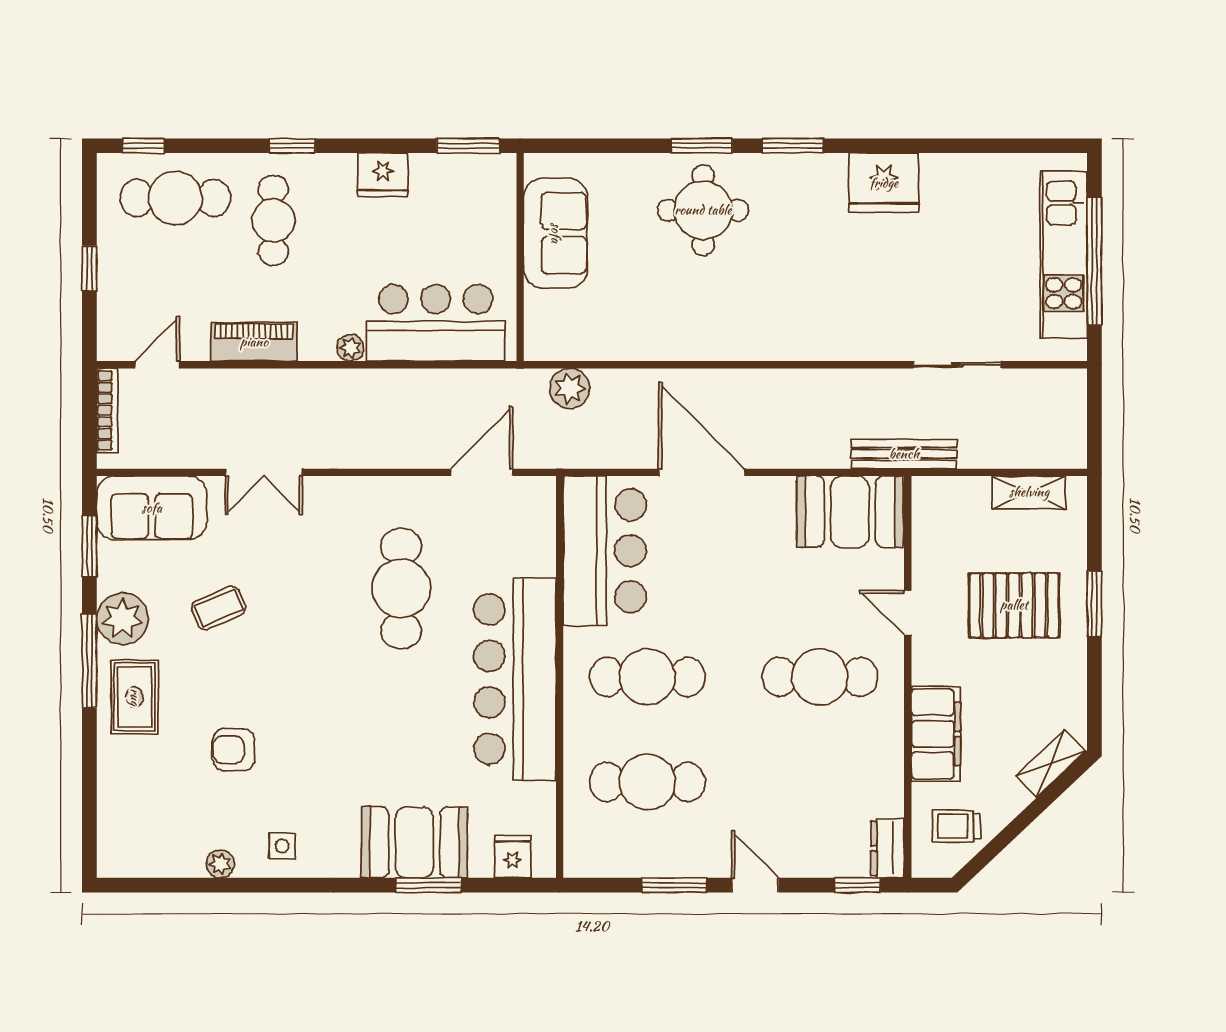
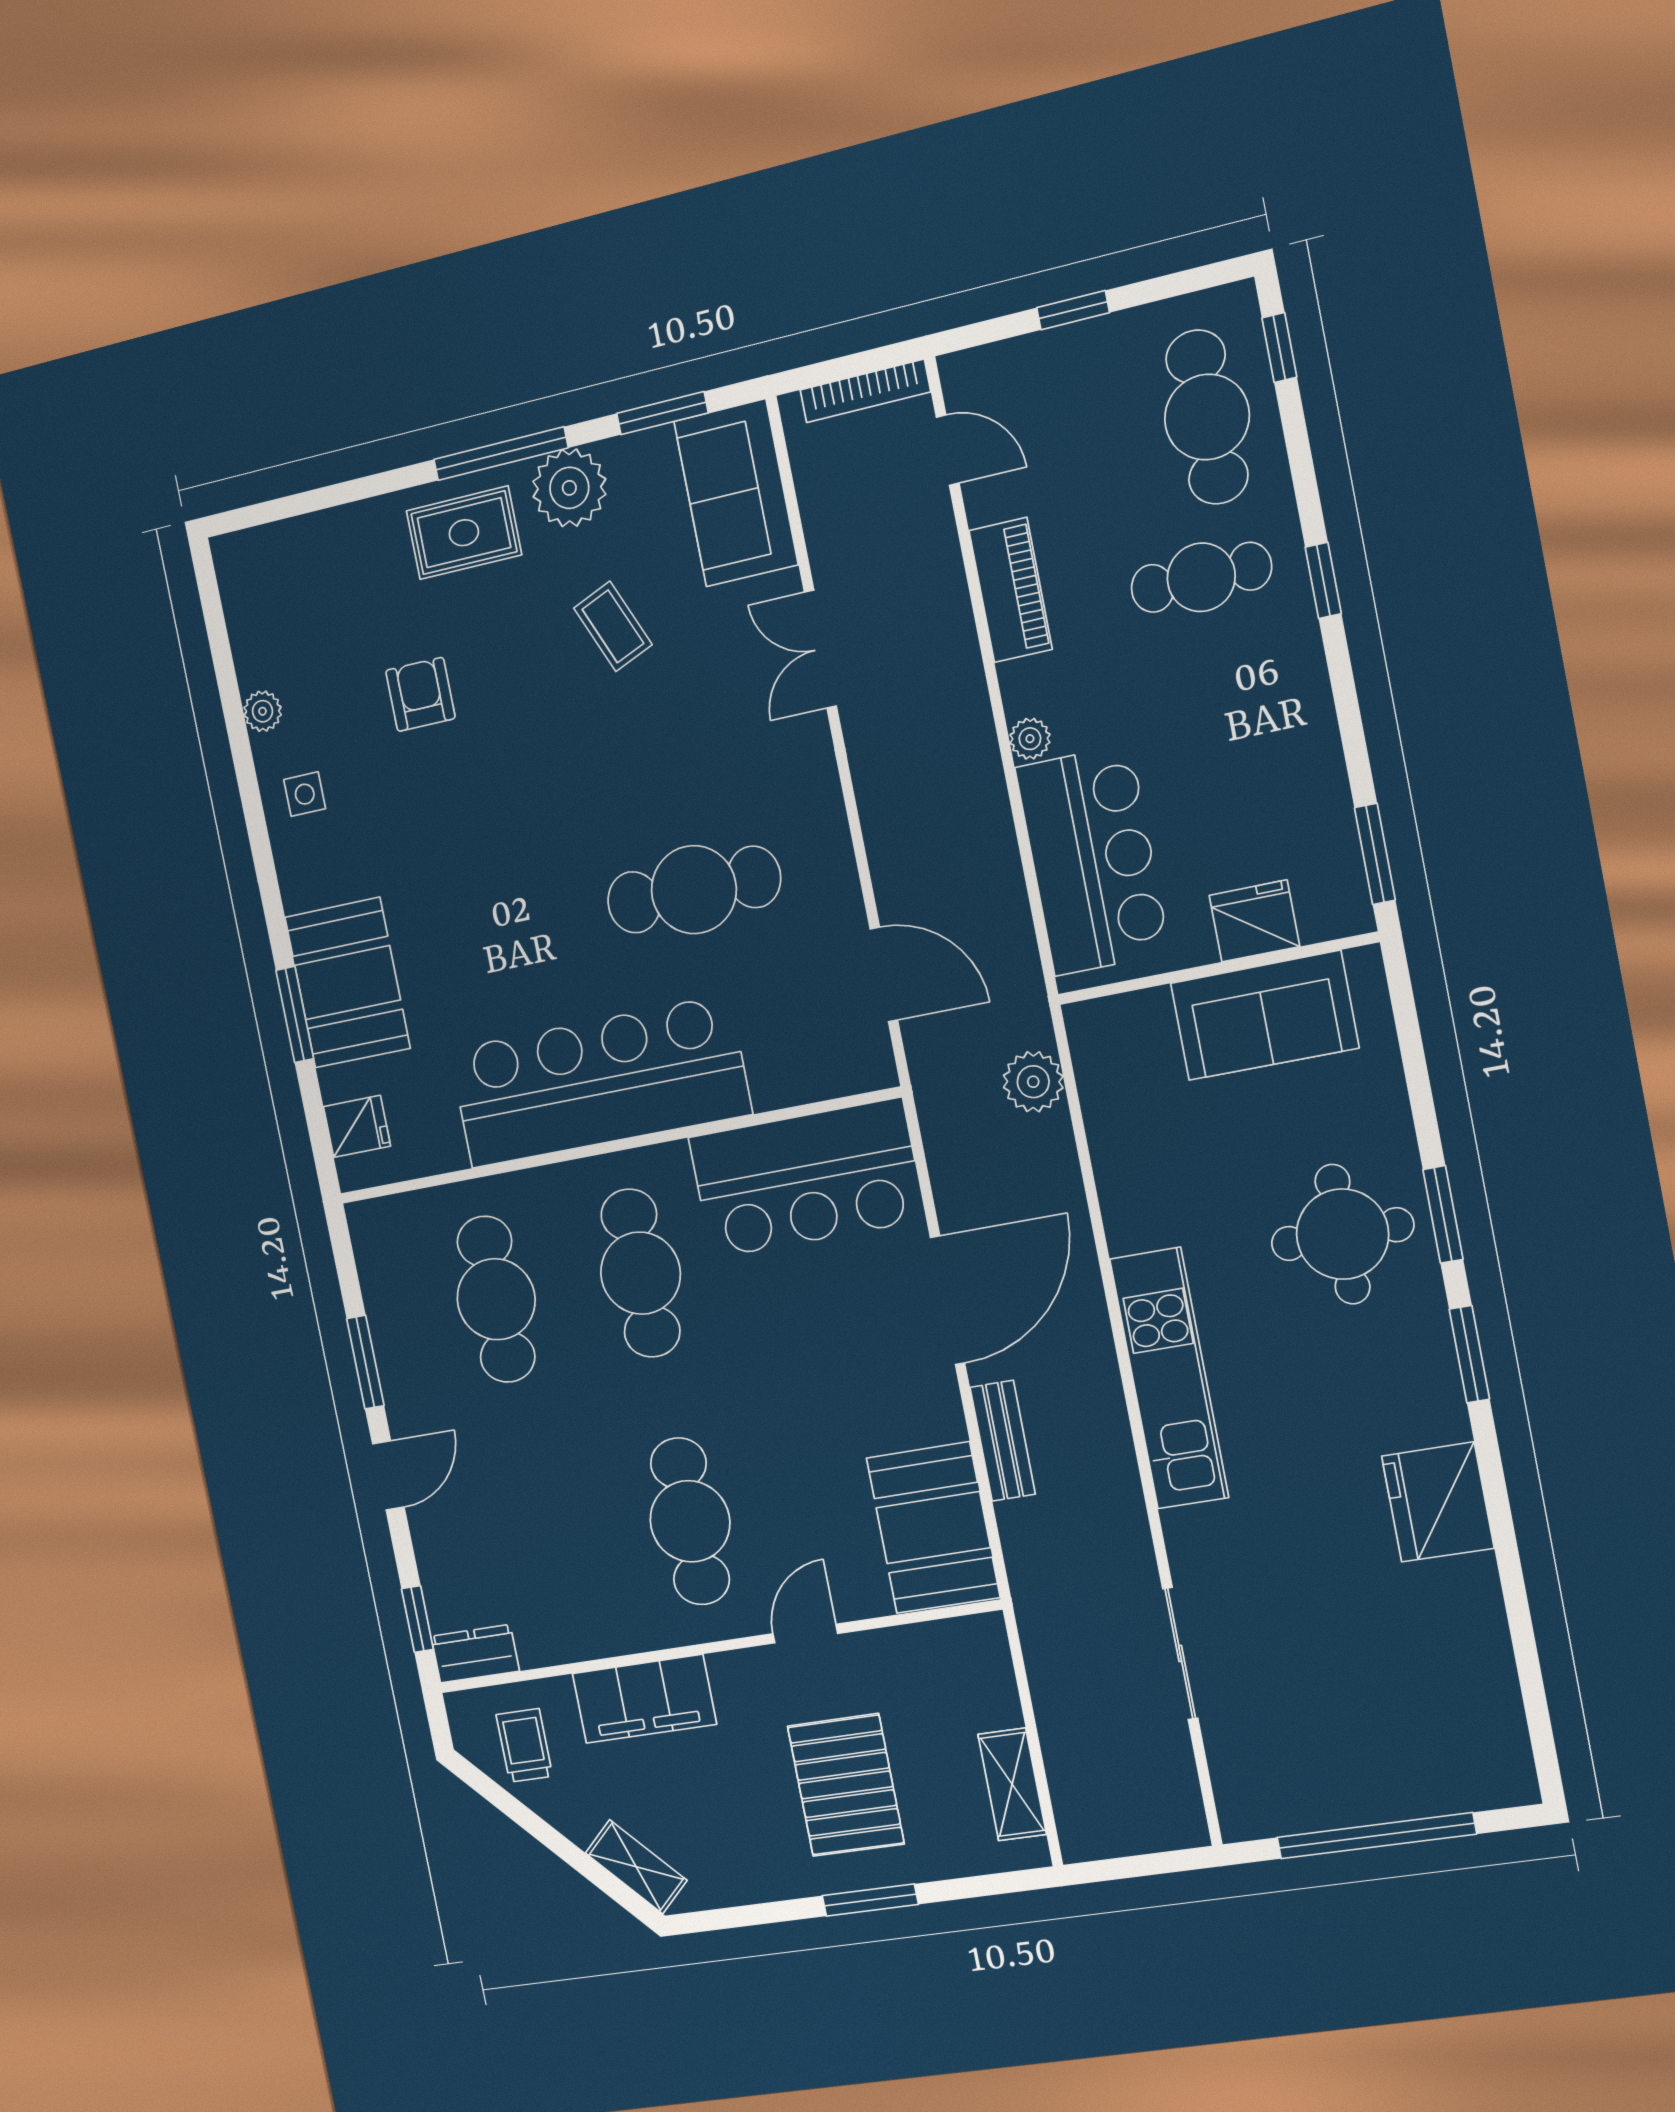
fridge: (383, 175) -> (1254, 921), moved, turned 90
kitchen unit: (1064, 255) -> (1169, 1378), moved, turned 90
bench: (904, 454) -> (1003, 1441), moved, width x0.73

